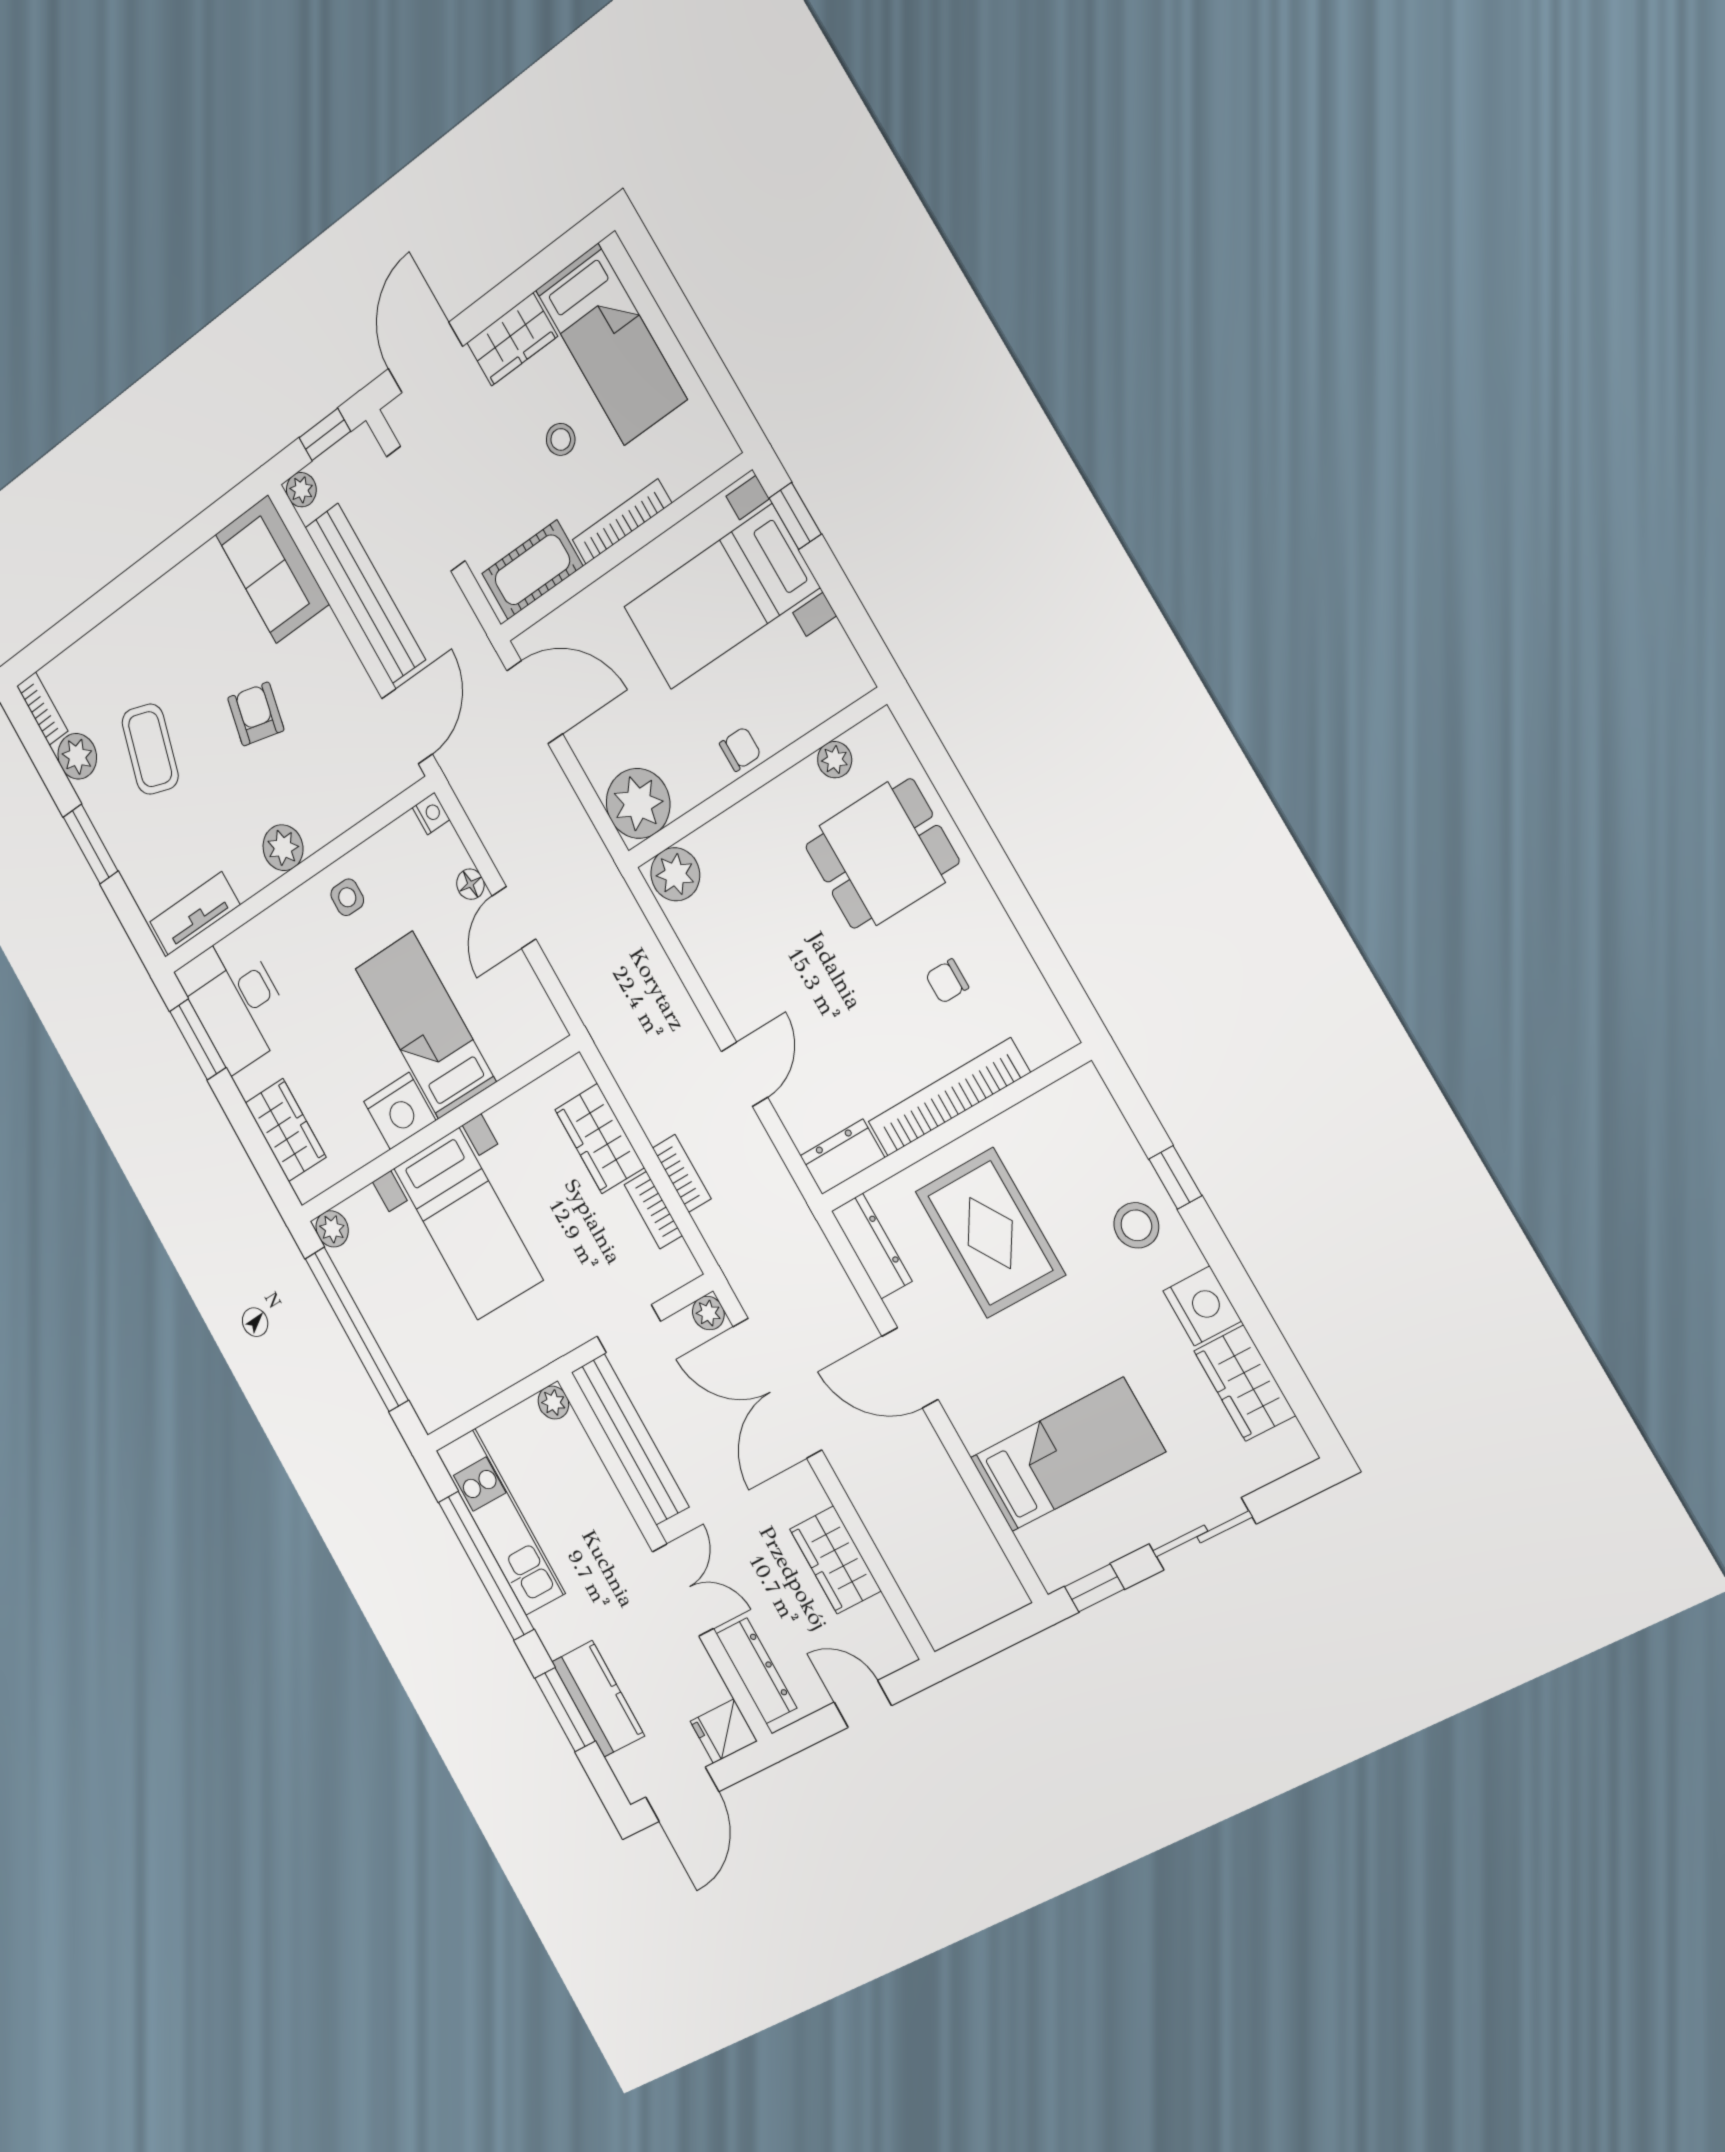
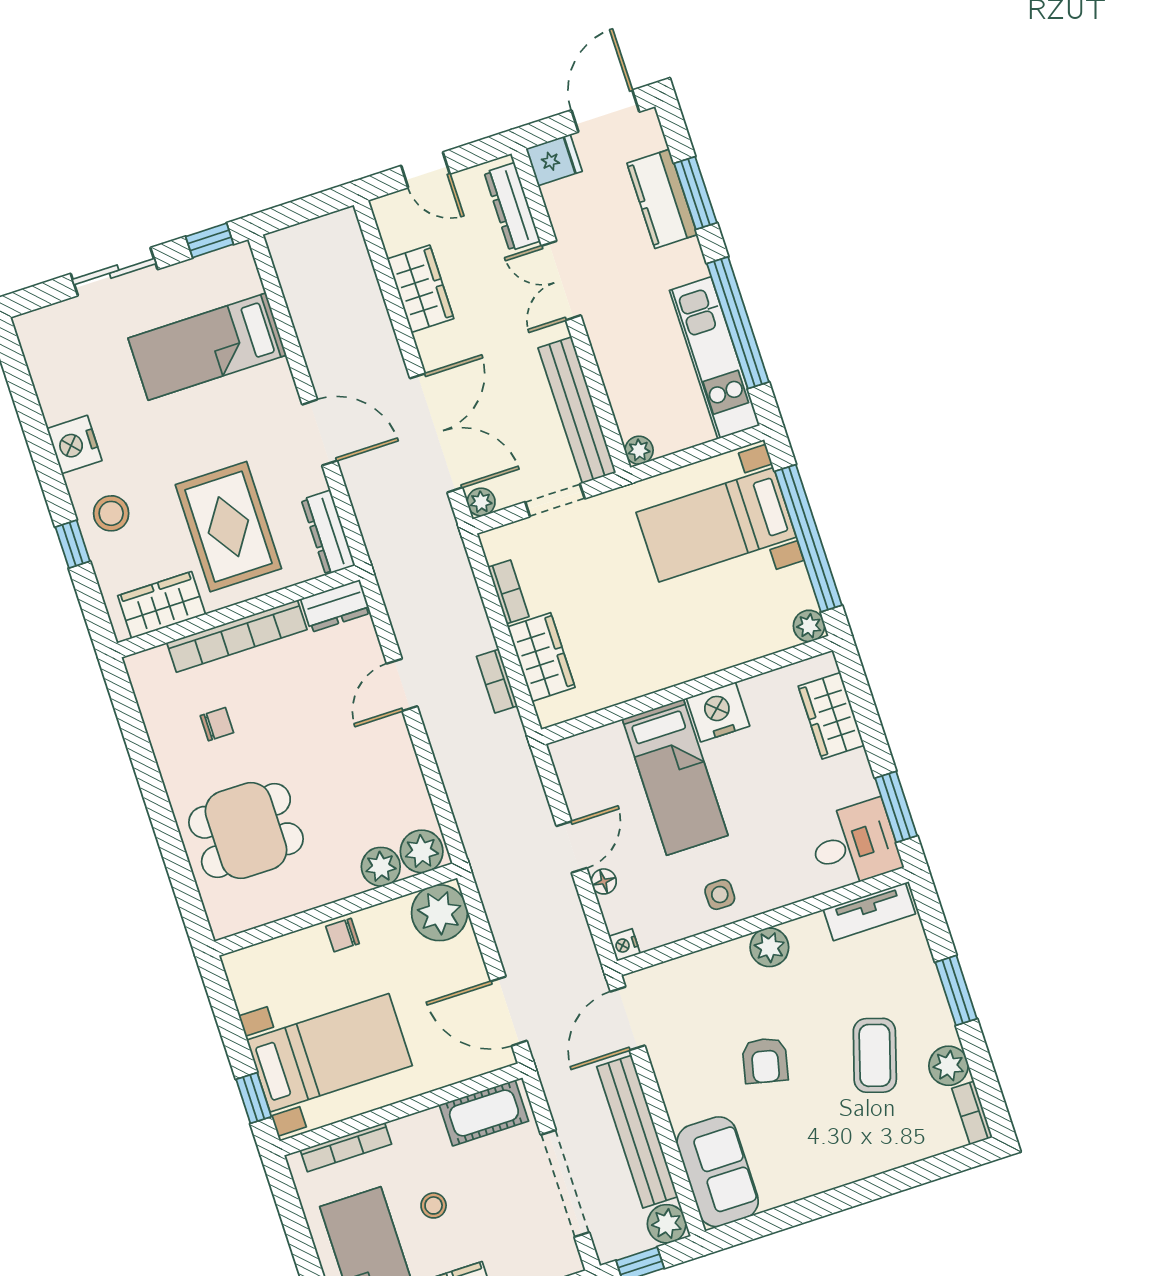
plant: (301, 490) -> (667, 1224), width x1.38, depth x1.38
bookcase: (622, 522) -> (346, 1147), moved
plant: (835, 760) -> (381, 867), moved, width x1.38, depth x1.38
desk: (236, 1002) -> (854, 844), width x0.73
bookcase: (682, 1173) -> (497, 681), moved
bed with nightstands: (468, 1224) -> (716, 525), moved, turned -90
wardrobe: (1245, 1383) -> (162, 605), moved, turned -90

